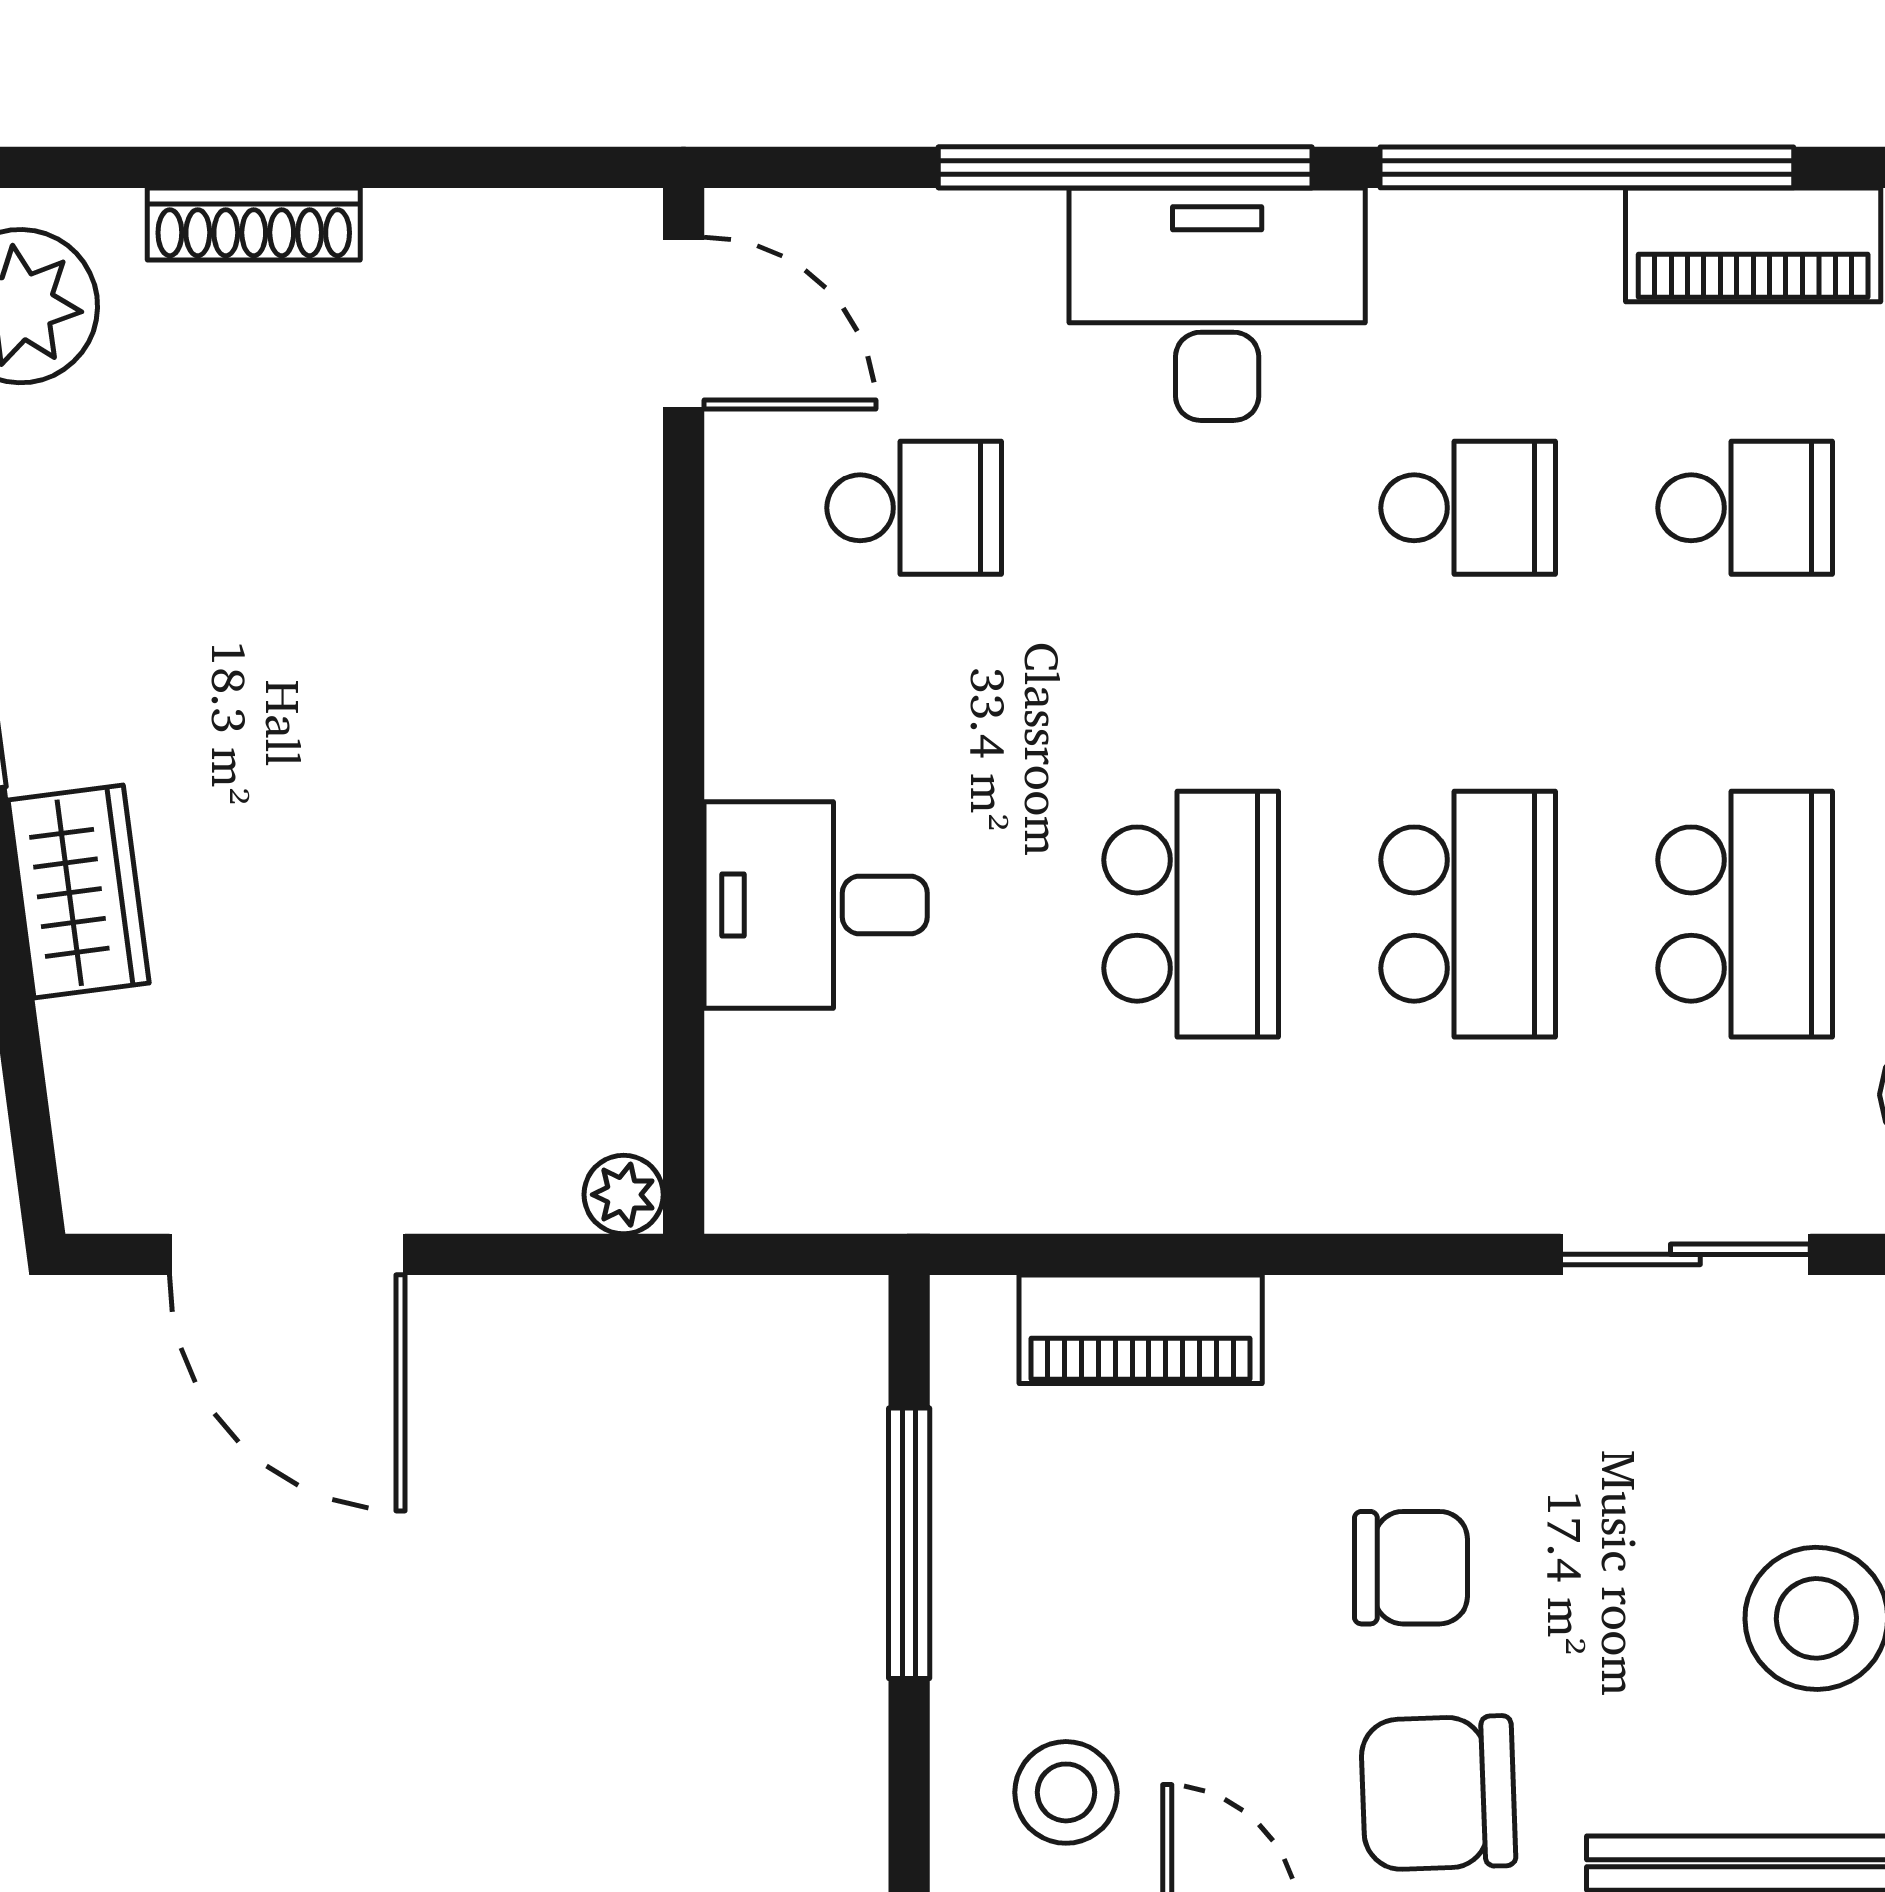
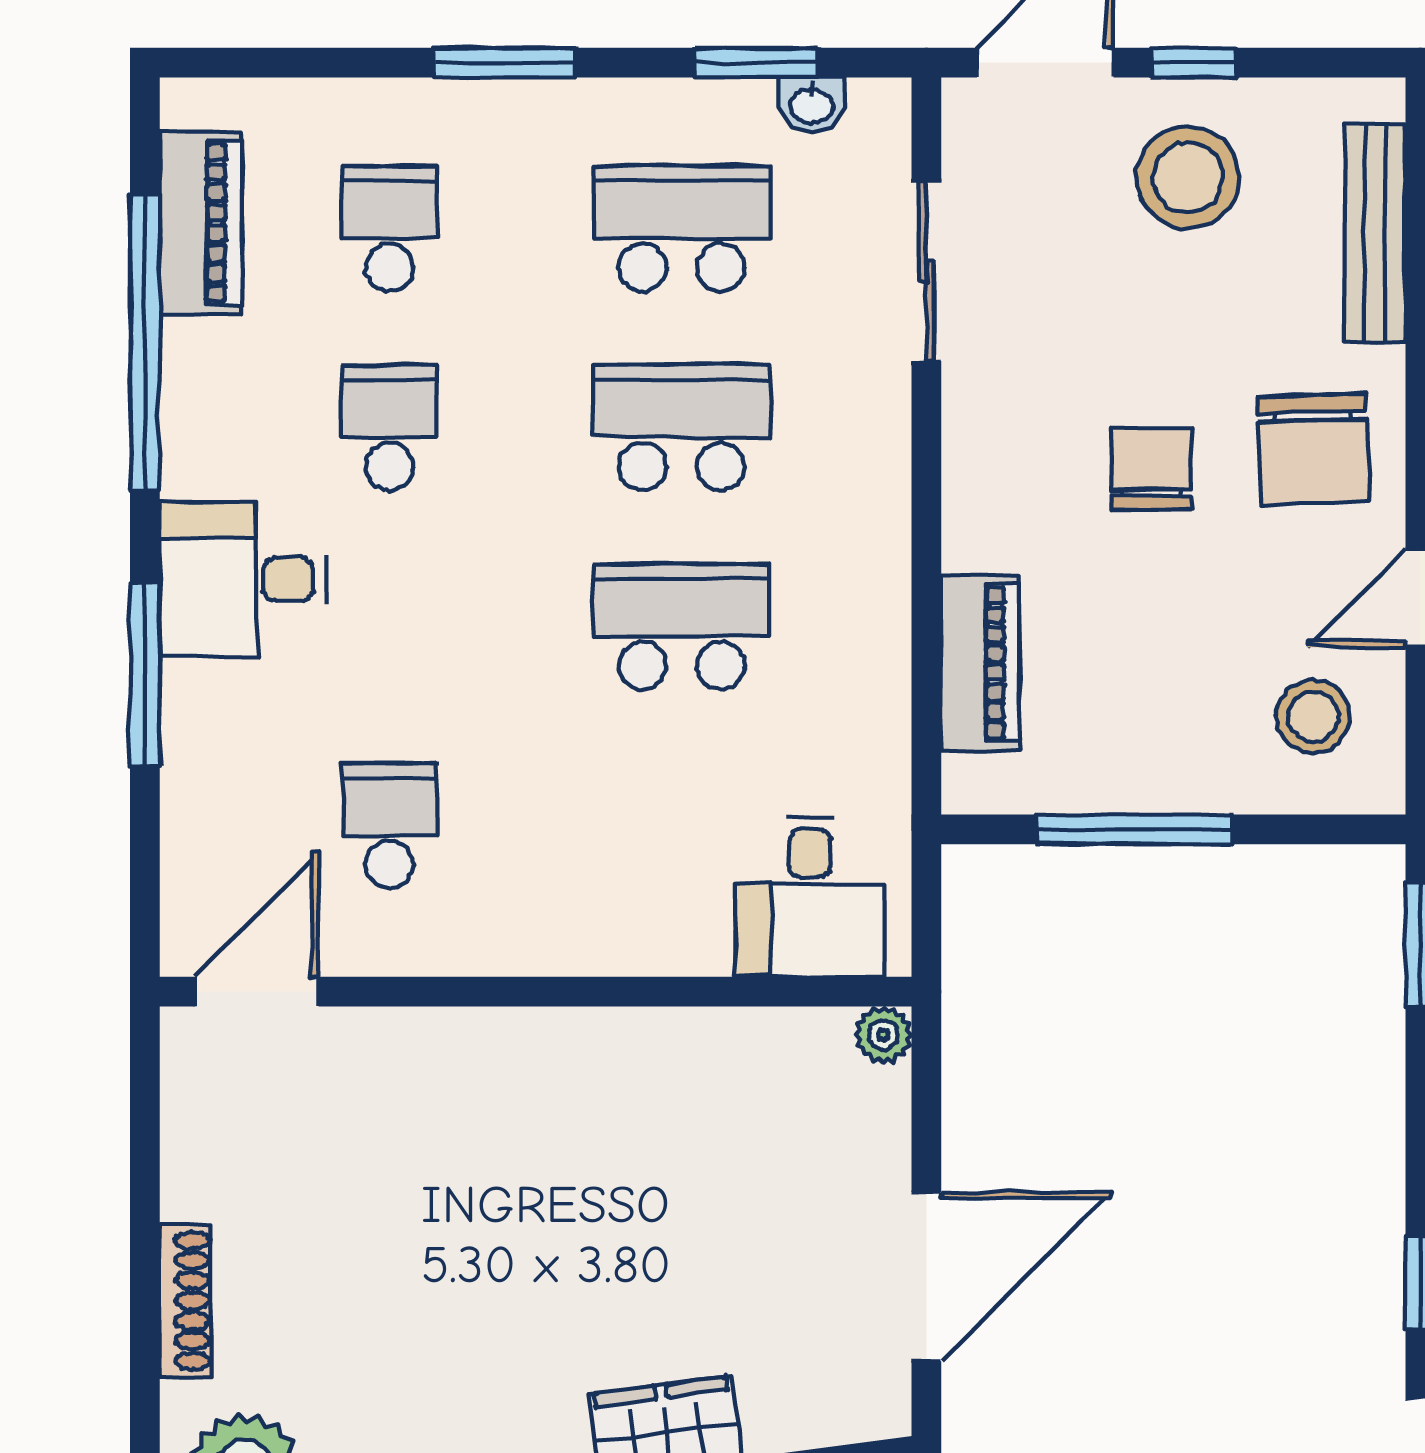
window: (1125, 167) -> (145, 674), width x0.68
desk: (1217, 304) -> (243, 579), width x0.73
desk: (816, 905) -> (810, 897), moved

